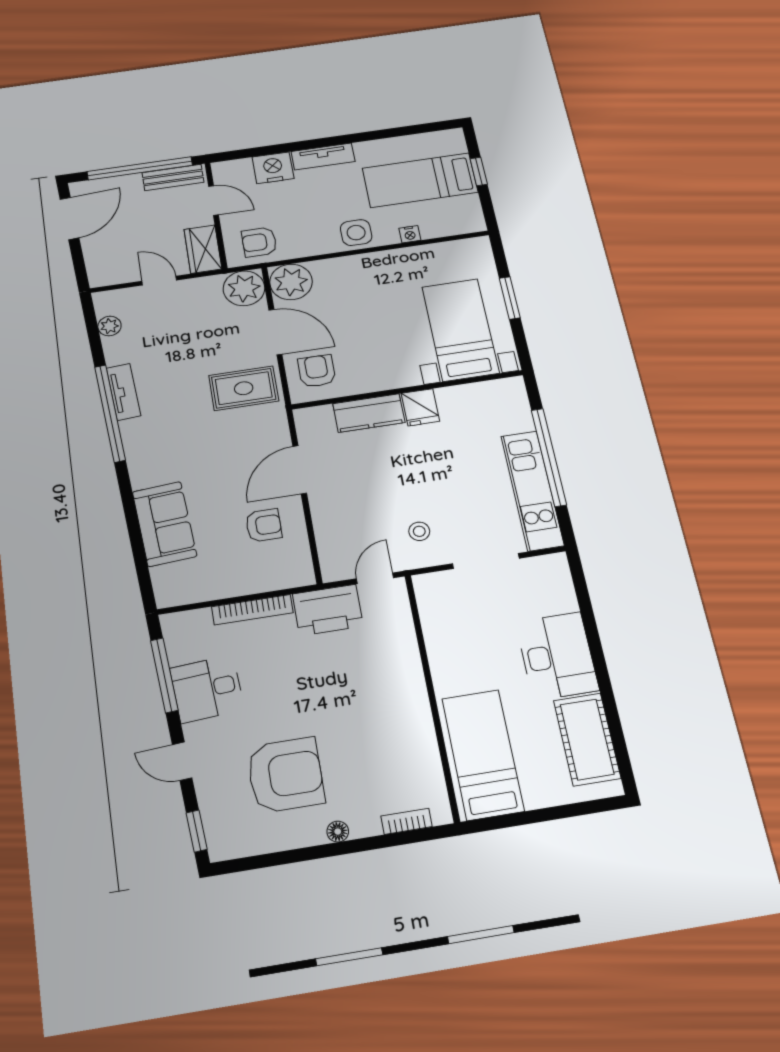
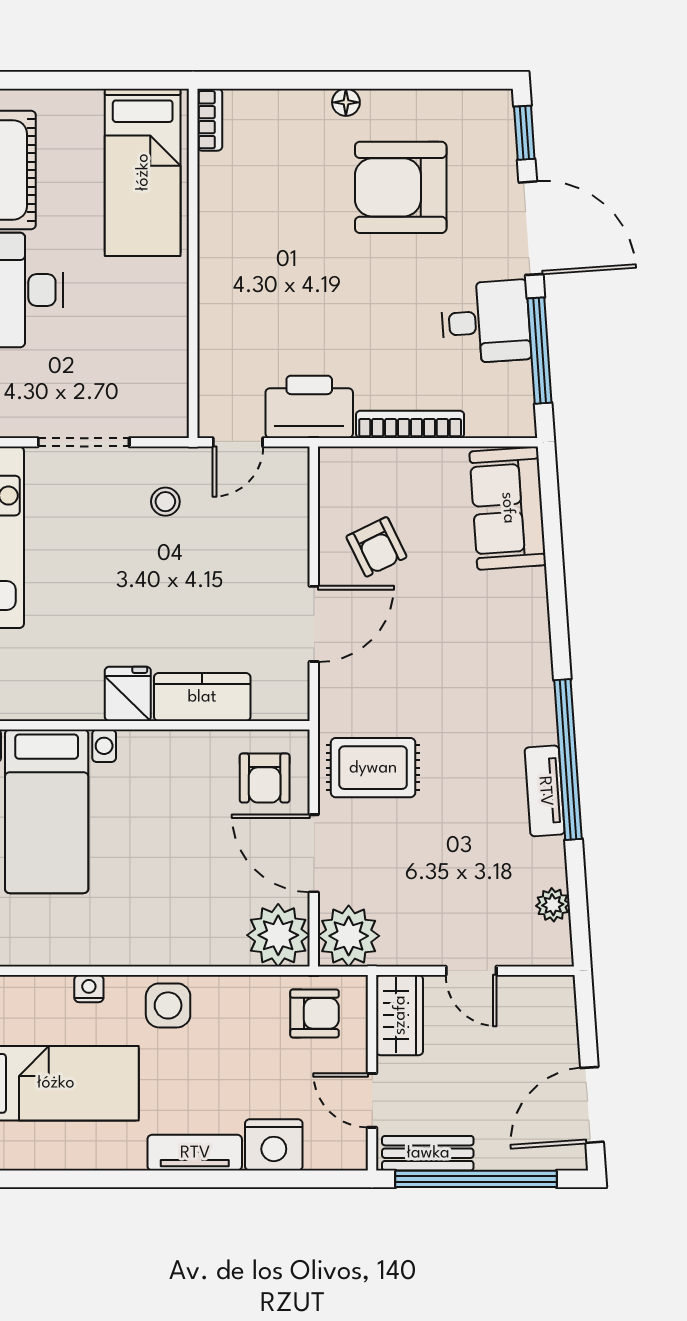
sofa: (164, 524) -> (508, 508), moved
armchair: (264, 525) -> (376, 547), turned -116
door: (182, 761) -> (531, 228), width x1.88
bookcase: (407, 821) -> (210, 120), moved, turned -90

